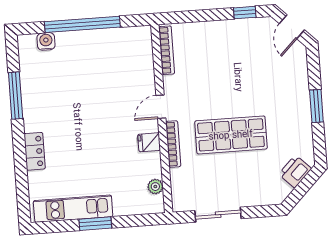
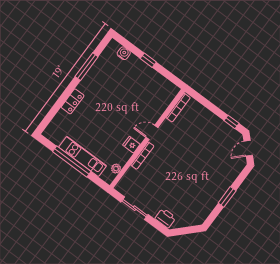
window: (82, 24) -> (148, 60), width x0.32
shop shelf: (231, 135) -> (174, 175), removed
printer: (295, 171) -> (165, 218), moved, turned 45
kitchen unit: (73, 209) -> (83, 156), moved
window: (95, 224) -> (72, 161), width x2.11

